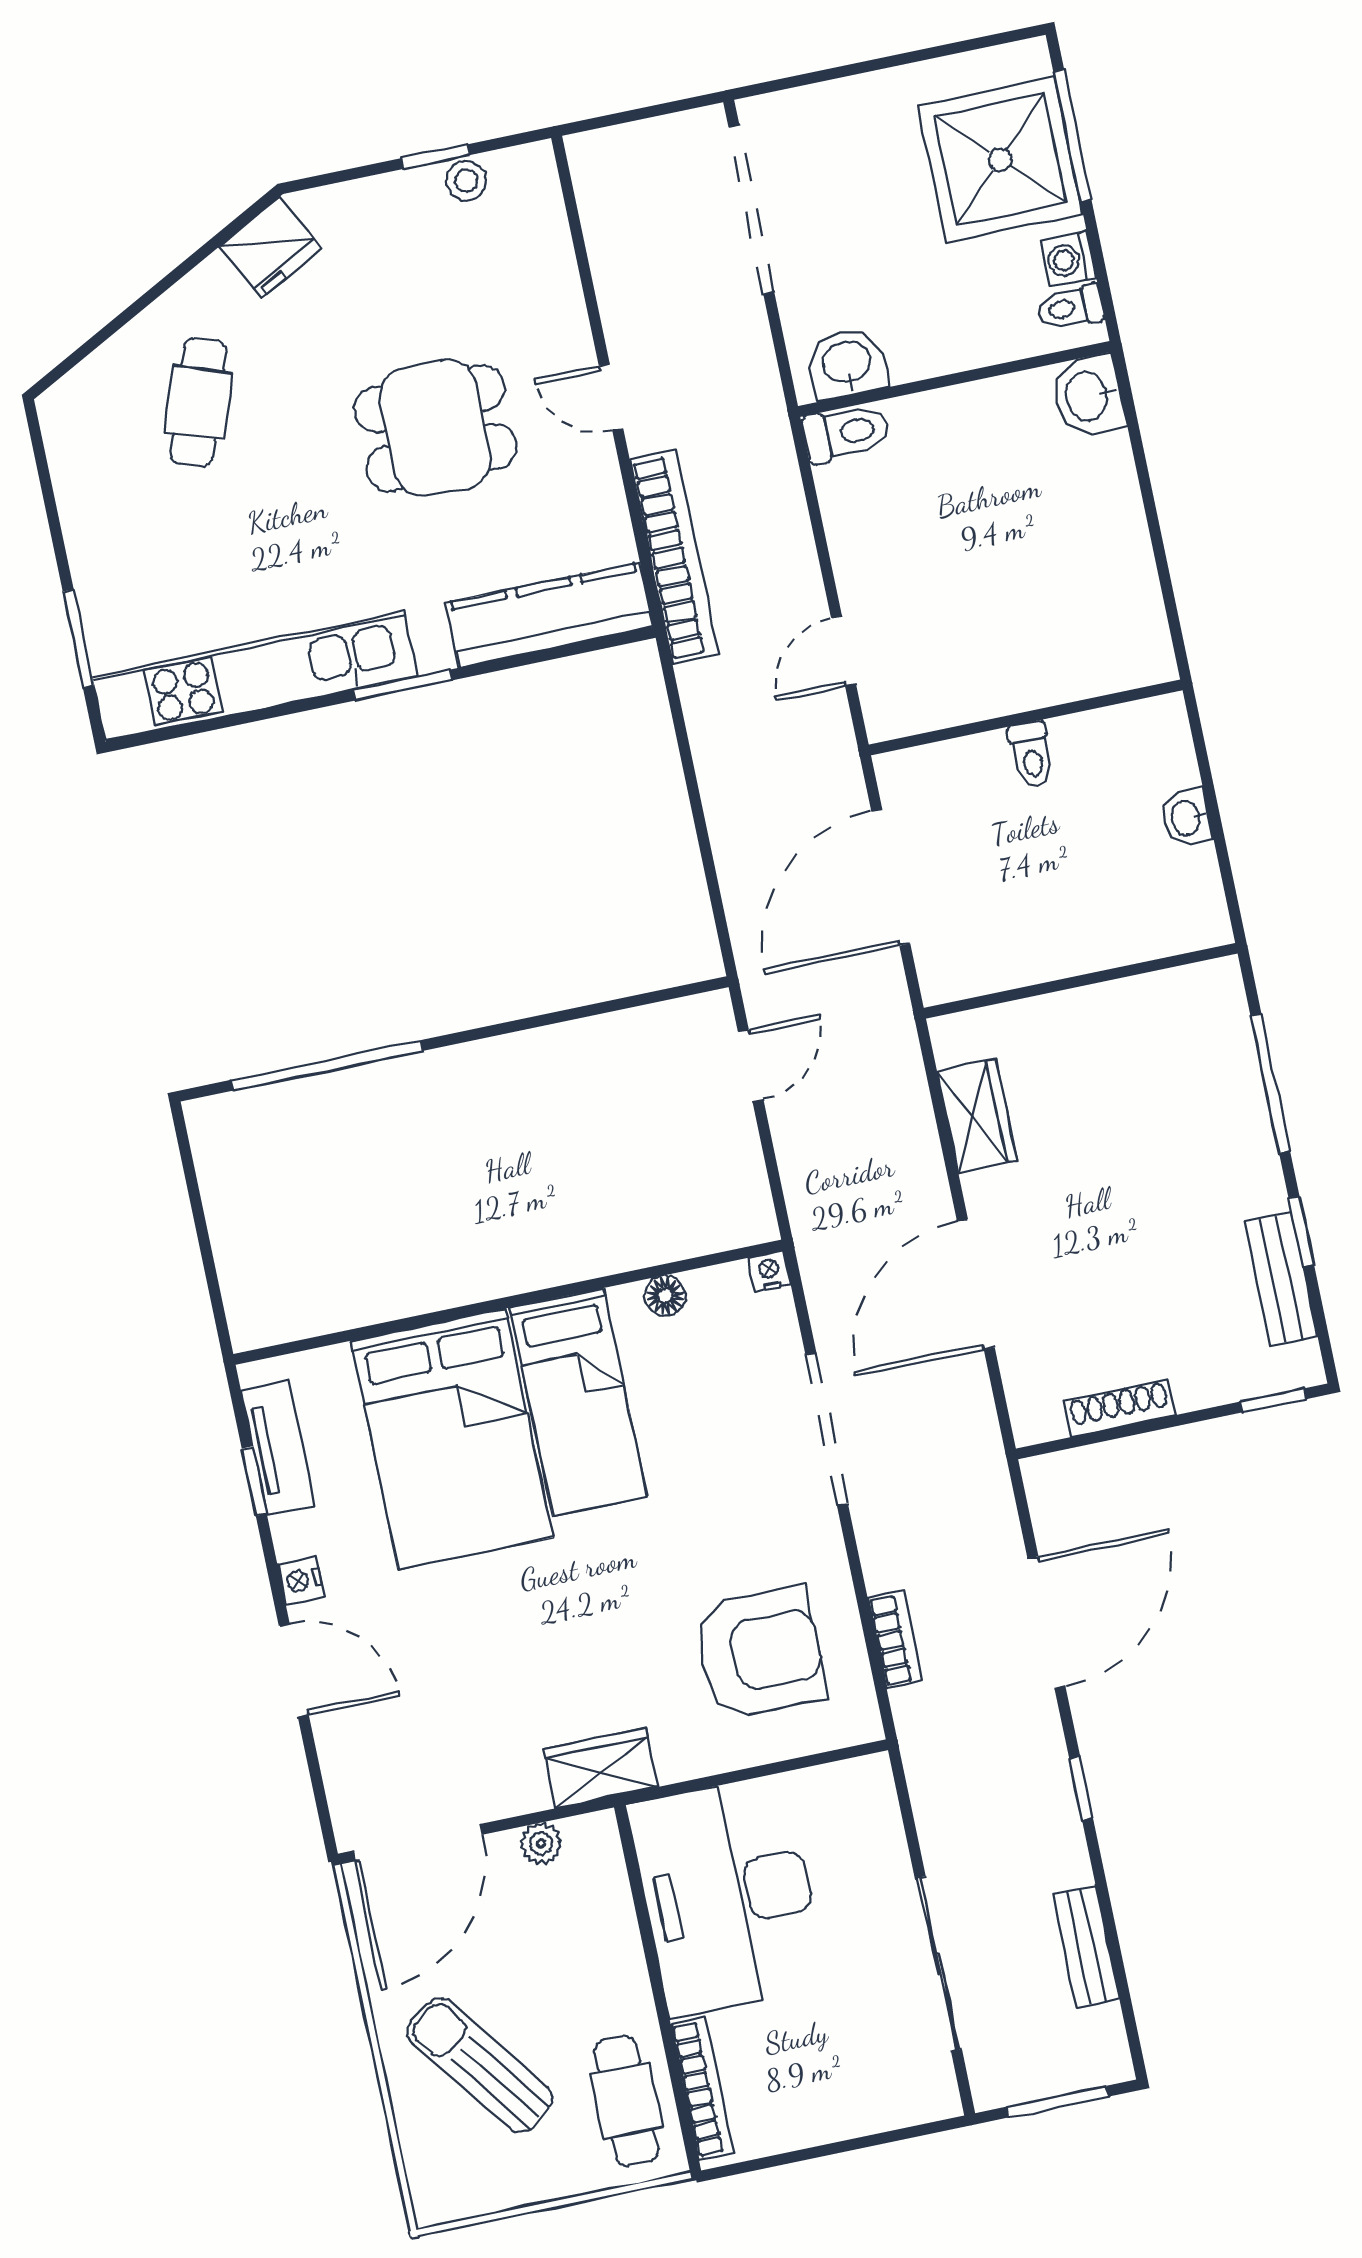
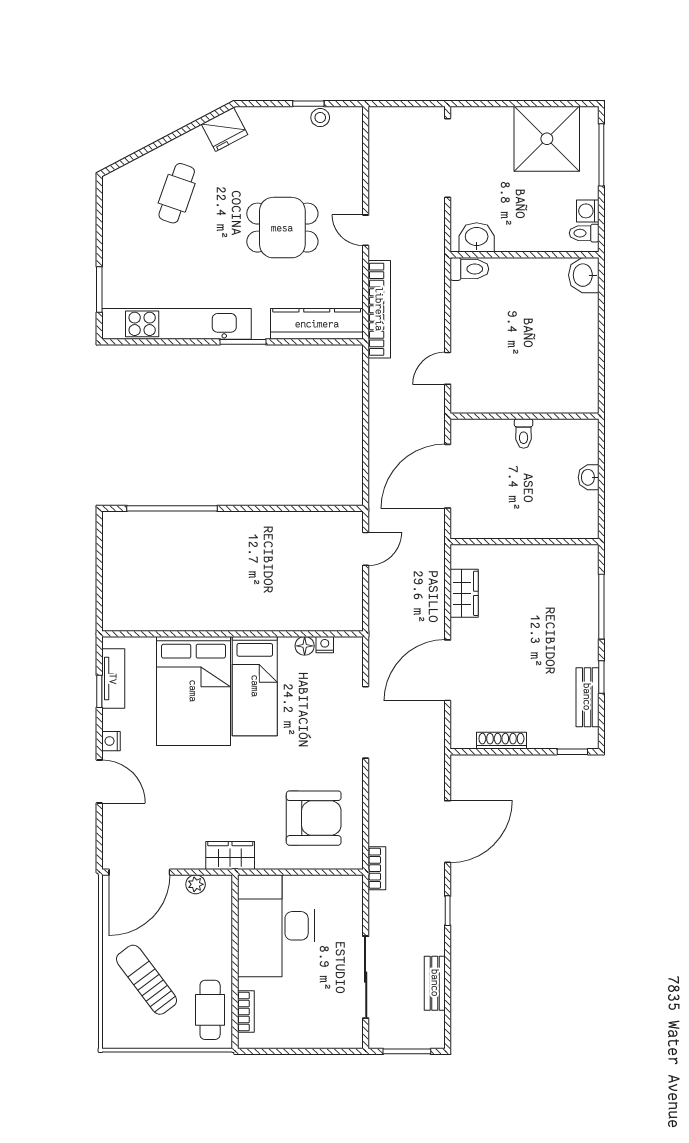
shower: (1000, 160) -> (547, 139), moved
nightstand: (769, 1271) -> (325, 645), moved
bookcase: (895, 1639) -> (377, 868), moved
bookcase: (702, 2088) -> (246, 1011), width x0.64

